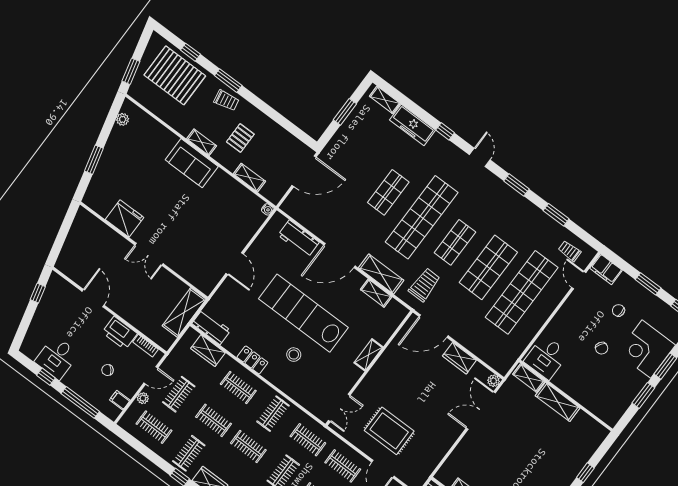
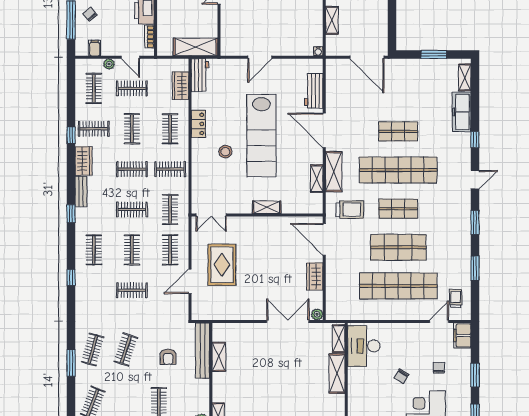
lab bench: (303, 313) -> (261, 136), turned 180
desk: (546, 357) -> (364, 346), width x1.37
chair: (108, 370) -> (90, 14), moved
clothes rail: (248, 447) -> (132, 169), turned 90

